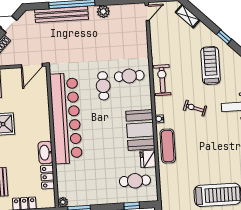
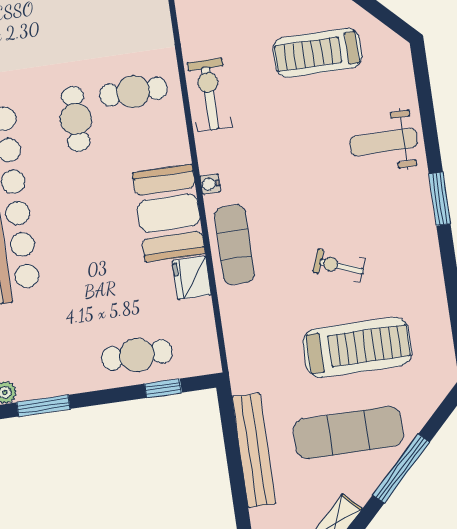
treadmill: (211, 66) -> (317, 53), turned -90
exercise bike: (195, 108) -> (339, 266), moved
cafe table: (135, 181) -> (137, 355), moved

